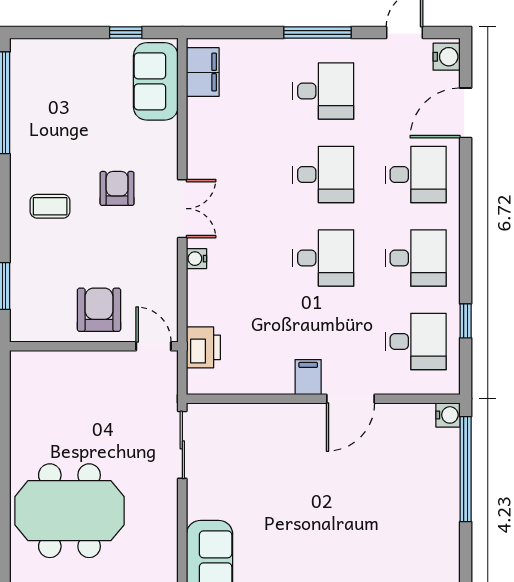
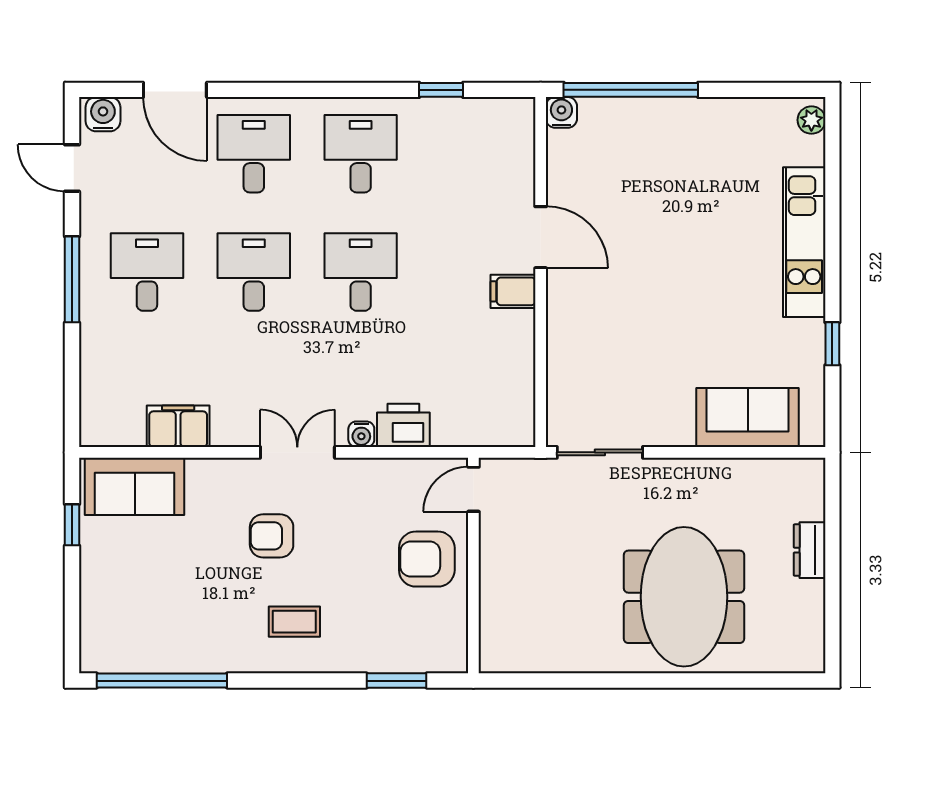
filing cabinet: (203, 72) -> (178, 426), moved
coffee table: (50, 206) -> (294, 622), turned 90
desk: (416, 342) -> (467, 154), removed
printer: (203, 347) -> (403, 425), moved

